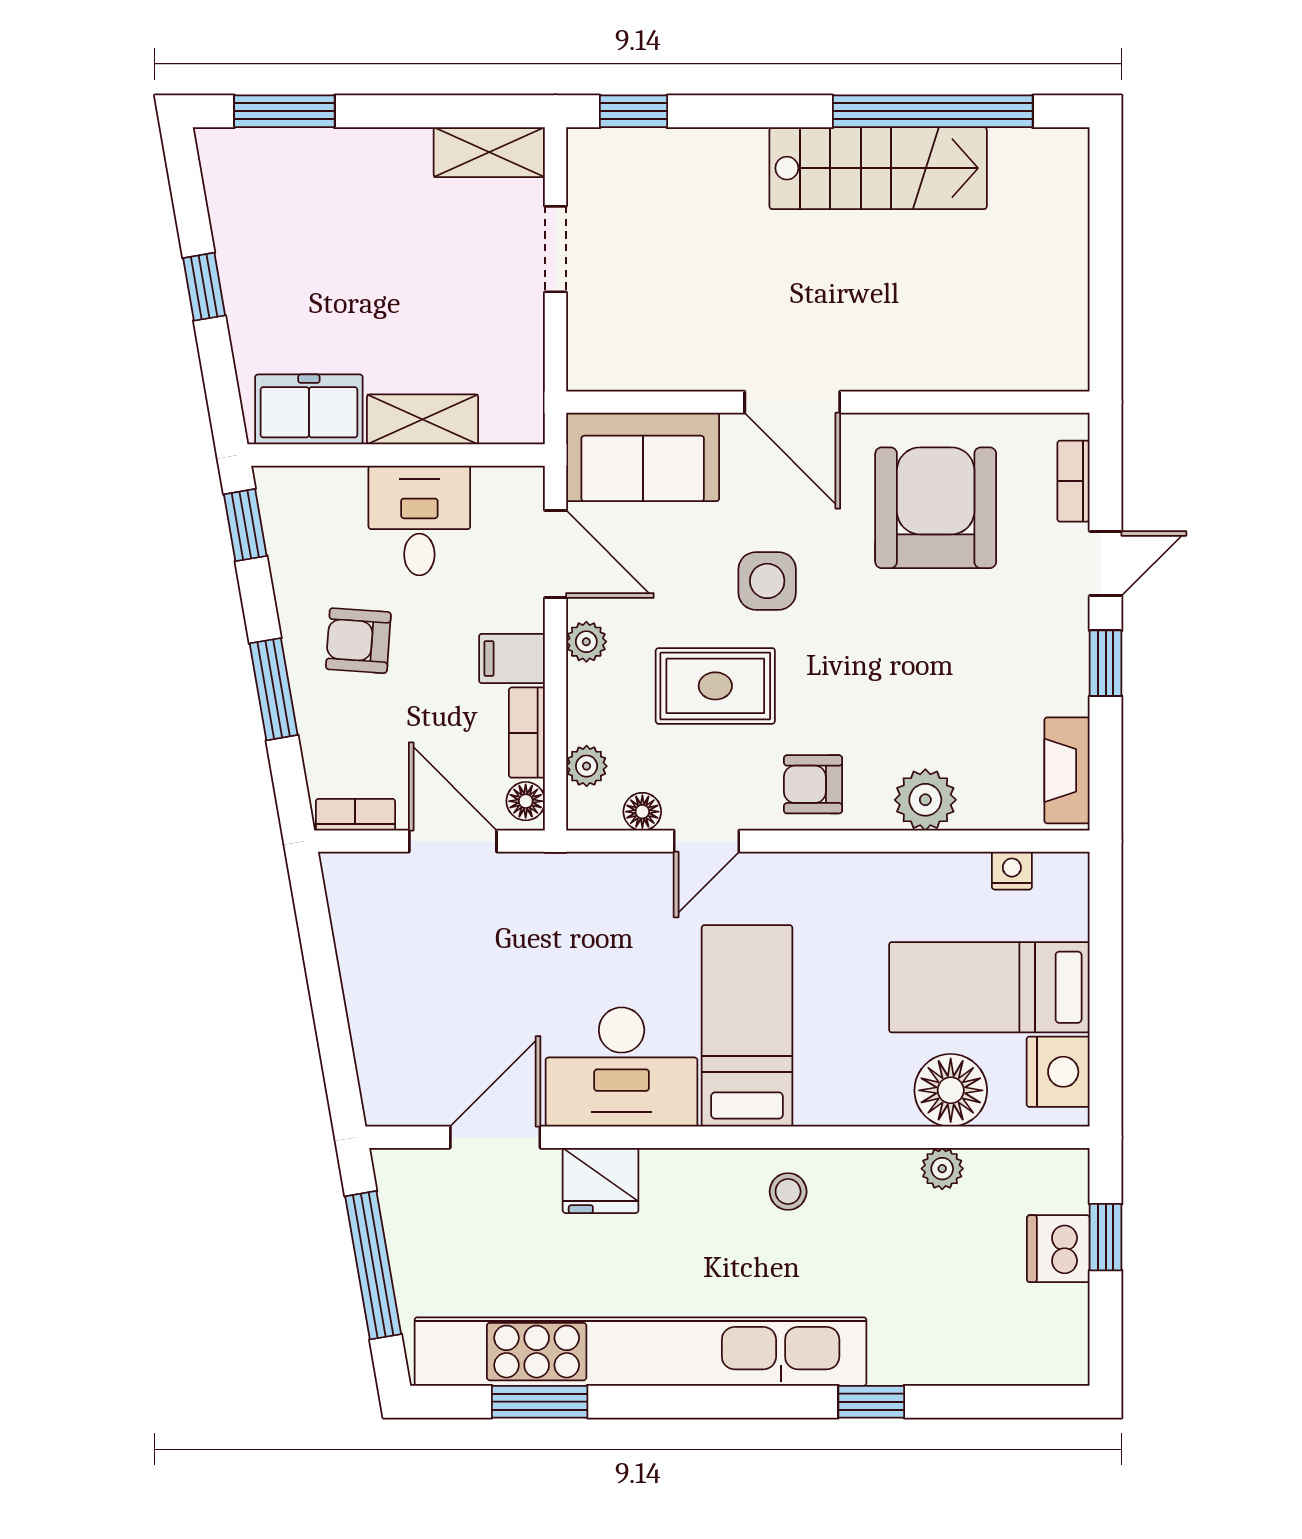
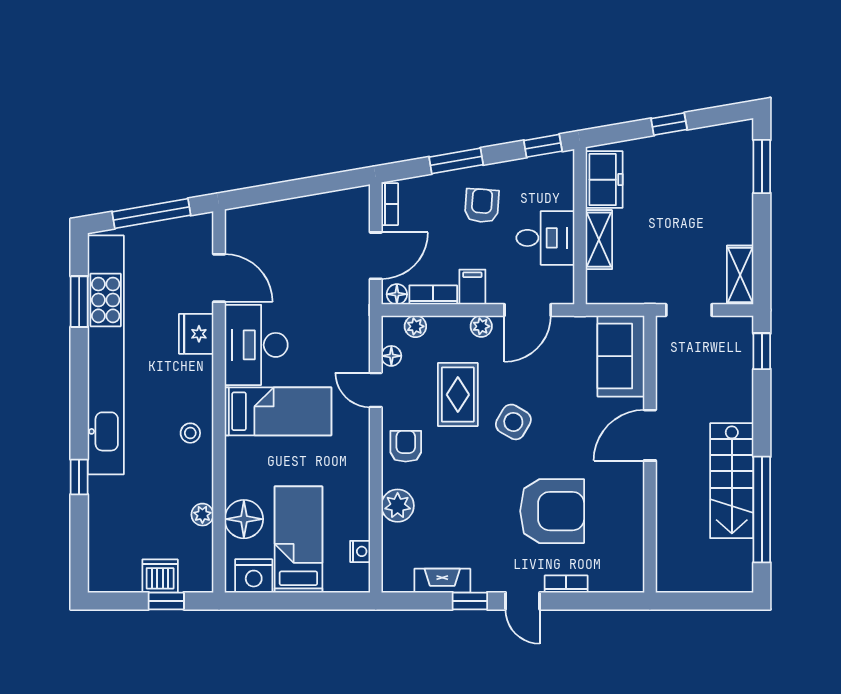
door: (792, 402) -> (650, 435), moved
wall: (828, 402) -> (650, 454), moved
sofa: (643, 457) -> (621, 356), moved
side table: (767, 581) -> (513, 422), turned 30
fireplace: (1067, 770) -> (442, 581), moved

